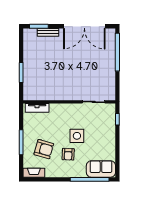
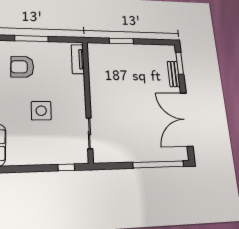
armchair: (44, 149) -> (22, 67), turned 74
armchair: (68, 154) -> (15, 99), removed

